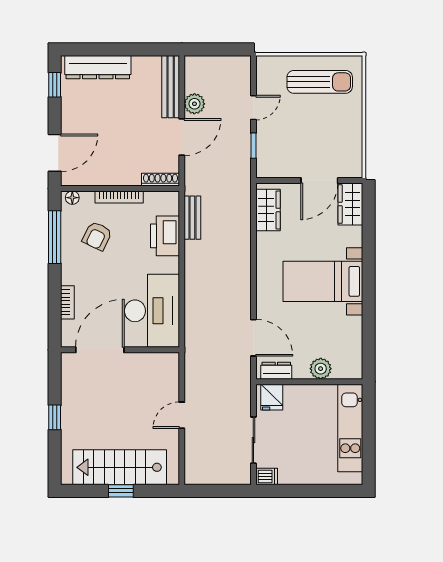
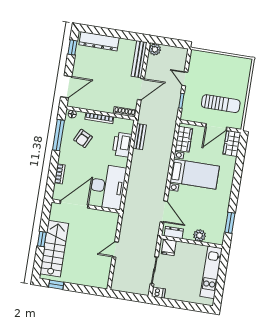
sun lounger: (320, 82) -> (221, 104), moved
plant: (194, 104) -> (155, 49), moved
door: (253, 108) -> (185, 79), swing flipped
bed with nightstands: (323, 281) -> (195, 174), moved, turned 180
window: (369, 339) -> (230, 223), added
stairs: (120, 467) -> (54, 249), moved, turned 90
window: (121, 491) -> (56, 285), moved

